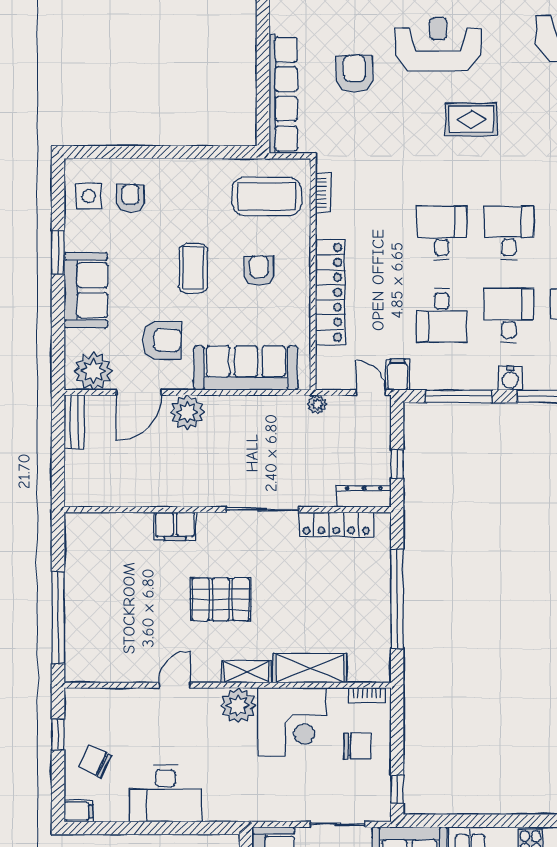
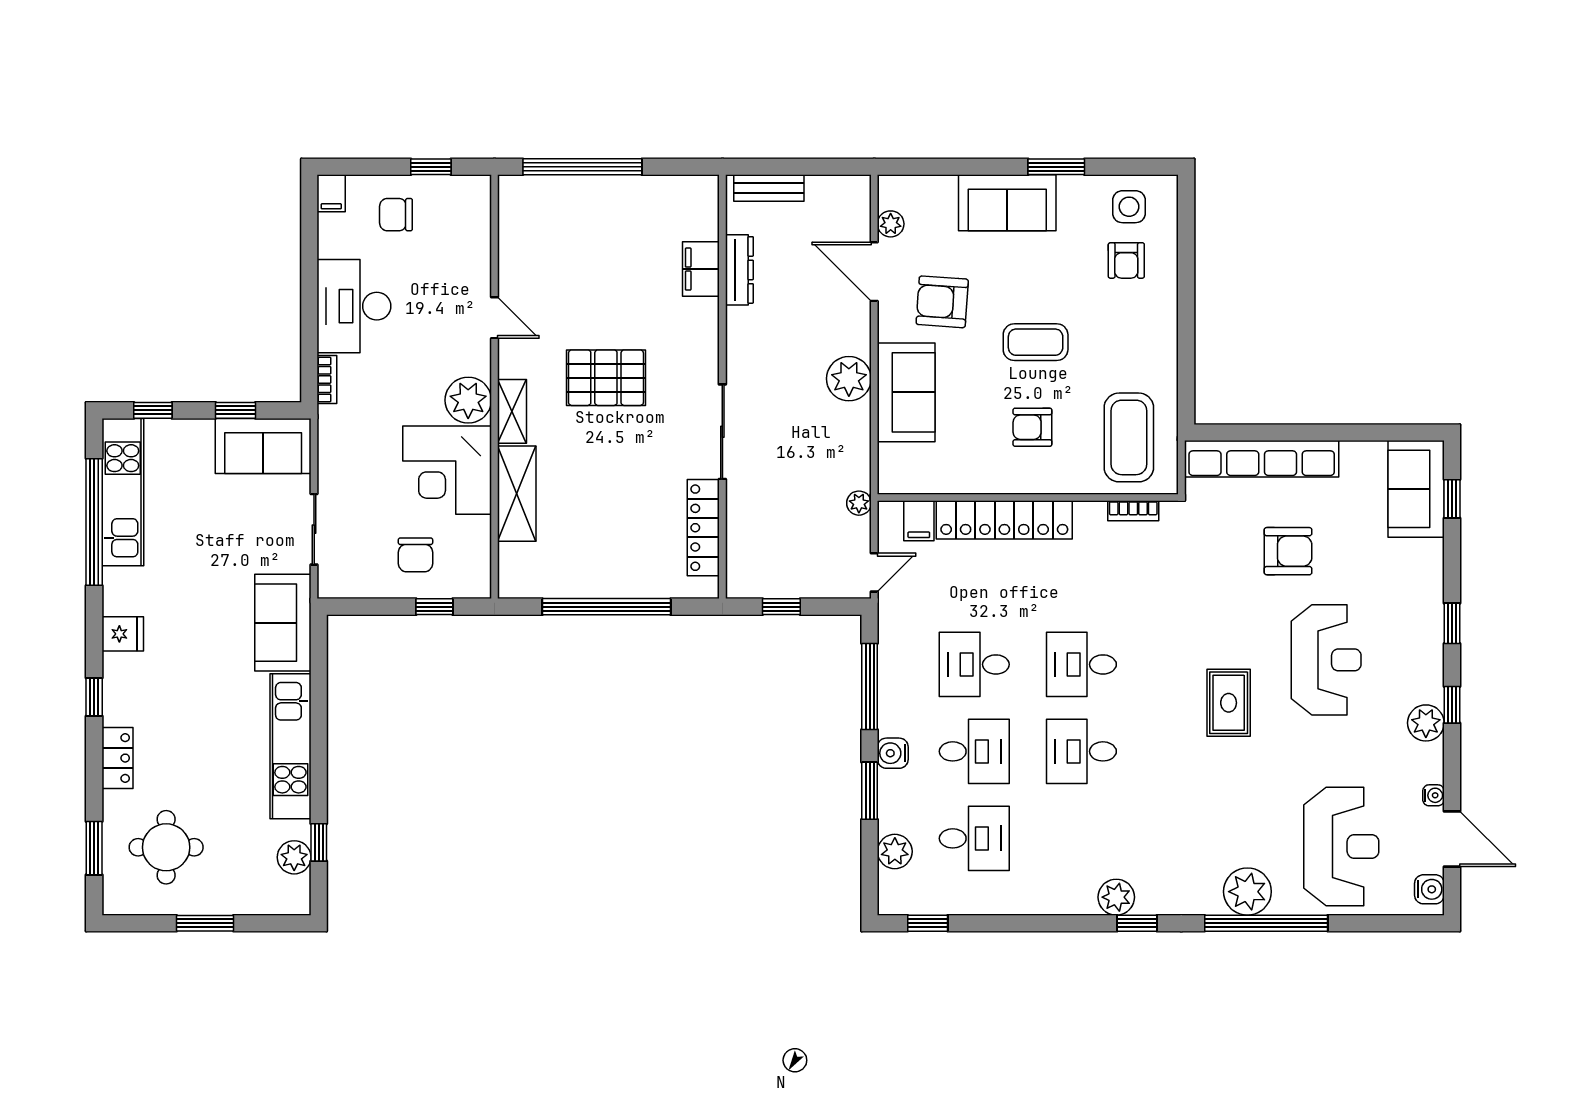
armchair: (130, 198) -> (1126, 260), turned 90
desk: (442, 233) -> (1081, 664), turned 180
desk: (509, 233) -> (1081, 751), turned 180
armchair: (259, 271) -> (1032, 427), turned 180
armchair: (162, 340) -> (942, 302), turned 94
sofa: (246, 368) -> (906, 392), width x0.73
plant: (93, 371) -> (891, 224), width x0.53, depth x0.53
filing cabinet: (398, 375) -> (919, 521), moved, turned 90
plant: (187, 412) -> (849, 379), moved
bench: (74, 422) -> (769, 188), moved
dresser: (364, 497) -> (739, 270), moved
filing cabinet: (175, 526) -> (701, 269), moved
pallet: (221, 599) -> (606, 378), turned 90
bookcase: (367, 695) -> (327, 380), moved, turned 180
chair: (95, 761) -> (396, 215), turned -116
window: (397, 789) -> (434, 607), moved

